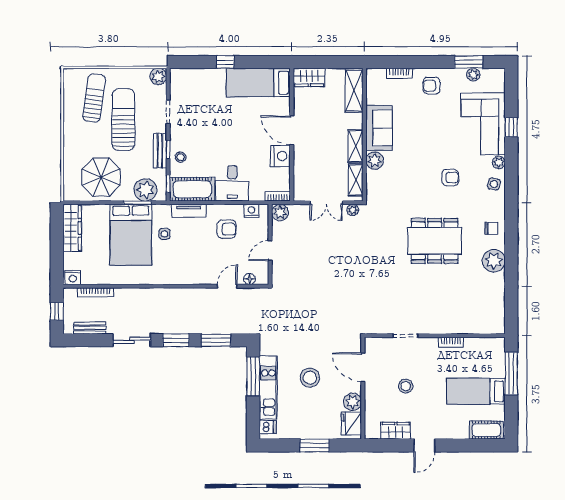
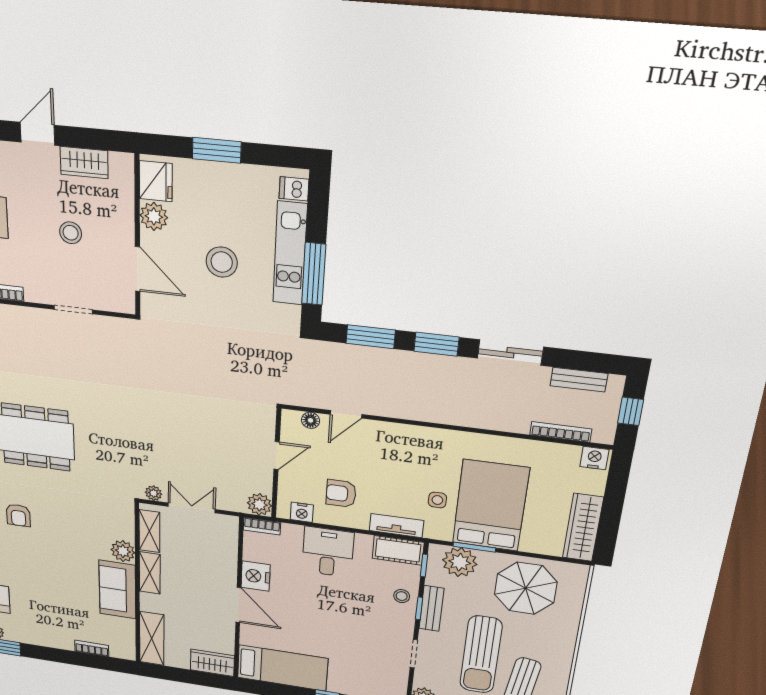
armchair: (432, 86) -> (49, 628), removed
armchair: (450, 178) -> (18, 515), turned -90
cot: (192, 189) -> (398, 550), width x0.73, depth x0.75

